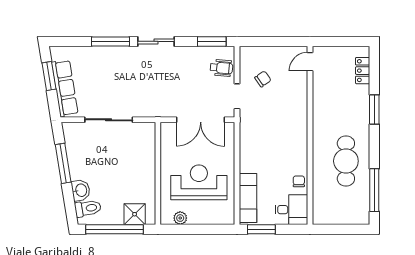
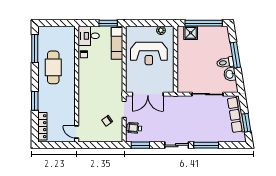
door: (310, 62) -> (77, 132), swing flipped
locker: (363, 71) -> (42, 126), width x1.53
double door: (201, 120) -> (148, 94), swing flipped
window: (63, 163) -> (235, 55), moved
washbasin: (81, 190) -> (230, 74), moved
toilet: (88, 208) -> (225, 62), moved

